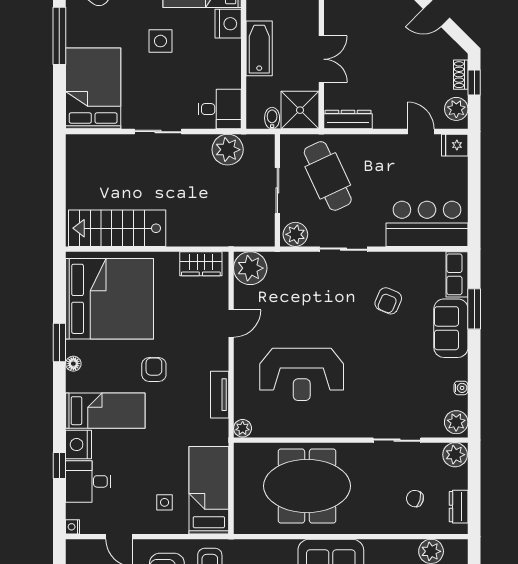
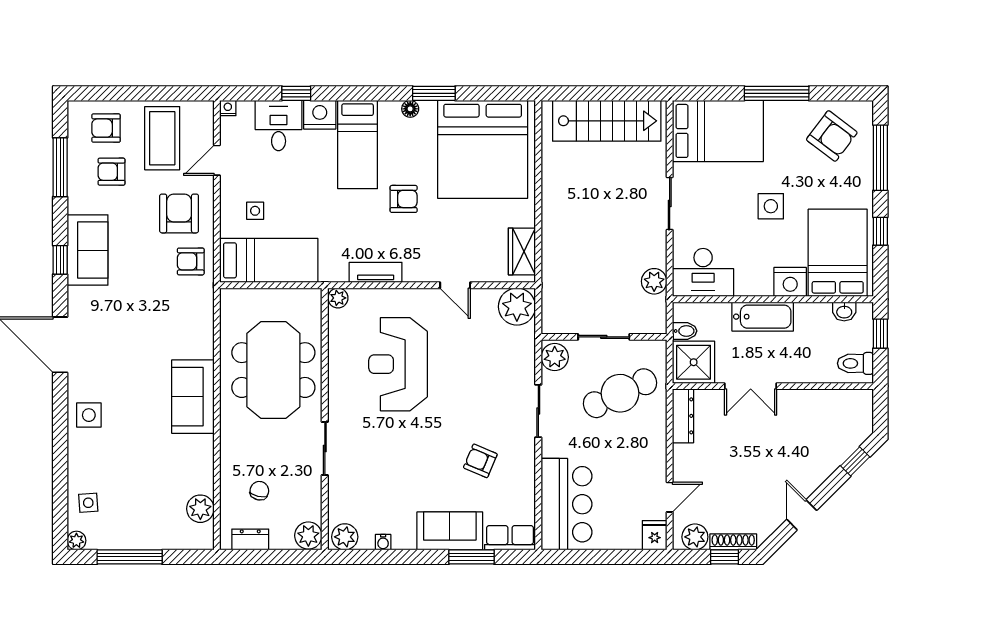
shoe rack: (461, 75) -> (733, 542), width x1.43
desk: (220, 109) -> (703, 272), width x1.37
plant: (228, 150) -> (654, 281), width x0.73, depth x0.73
stairs: (117, 228) -> (607, 121), moved, turned 90
sliding door: (397, 440) -> (325, 449), moved

